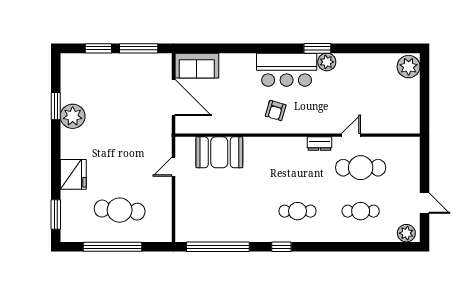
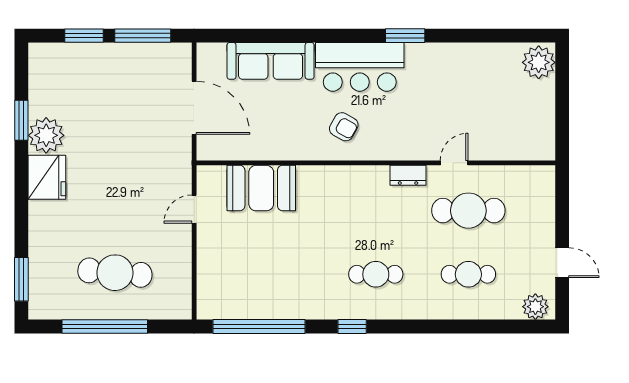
plant: (327, 62) -> (419, 56), removed
sofa: (197, 66) -> (271, 61), moved, width x1.36
armchair: (276, 111) -> (344, 127), turned -76
fridge: (73, 174) -> (47, 177), moved

